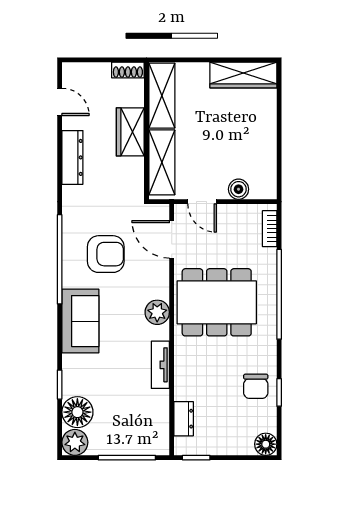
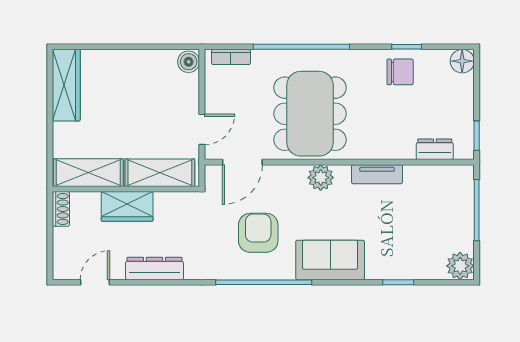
boiler: (239, 189) -> (189, 62), moved
floor lamp: (77, 412) -> (428, 263), removed

